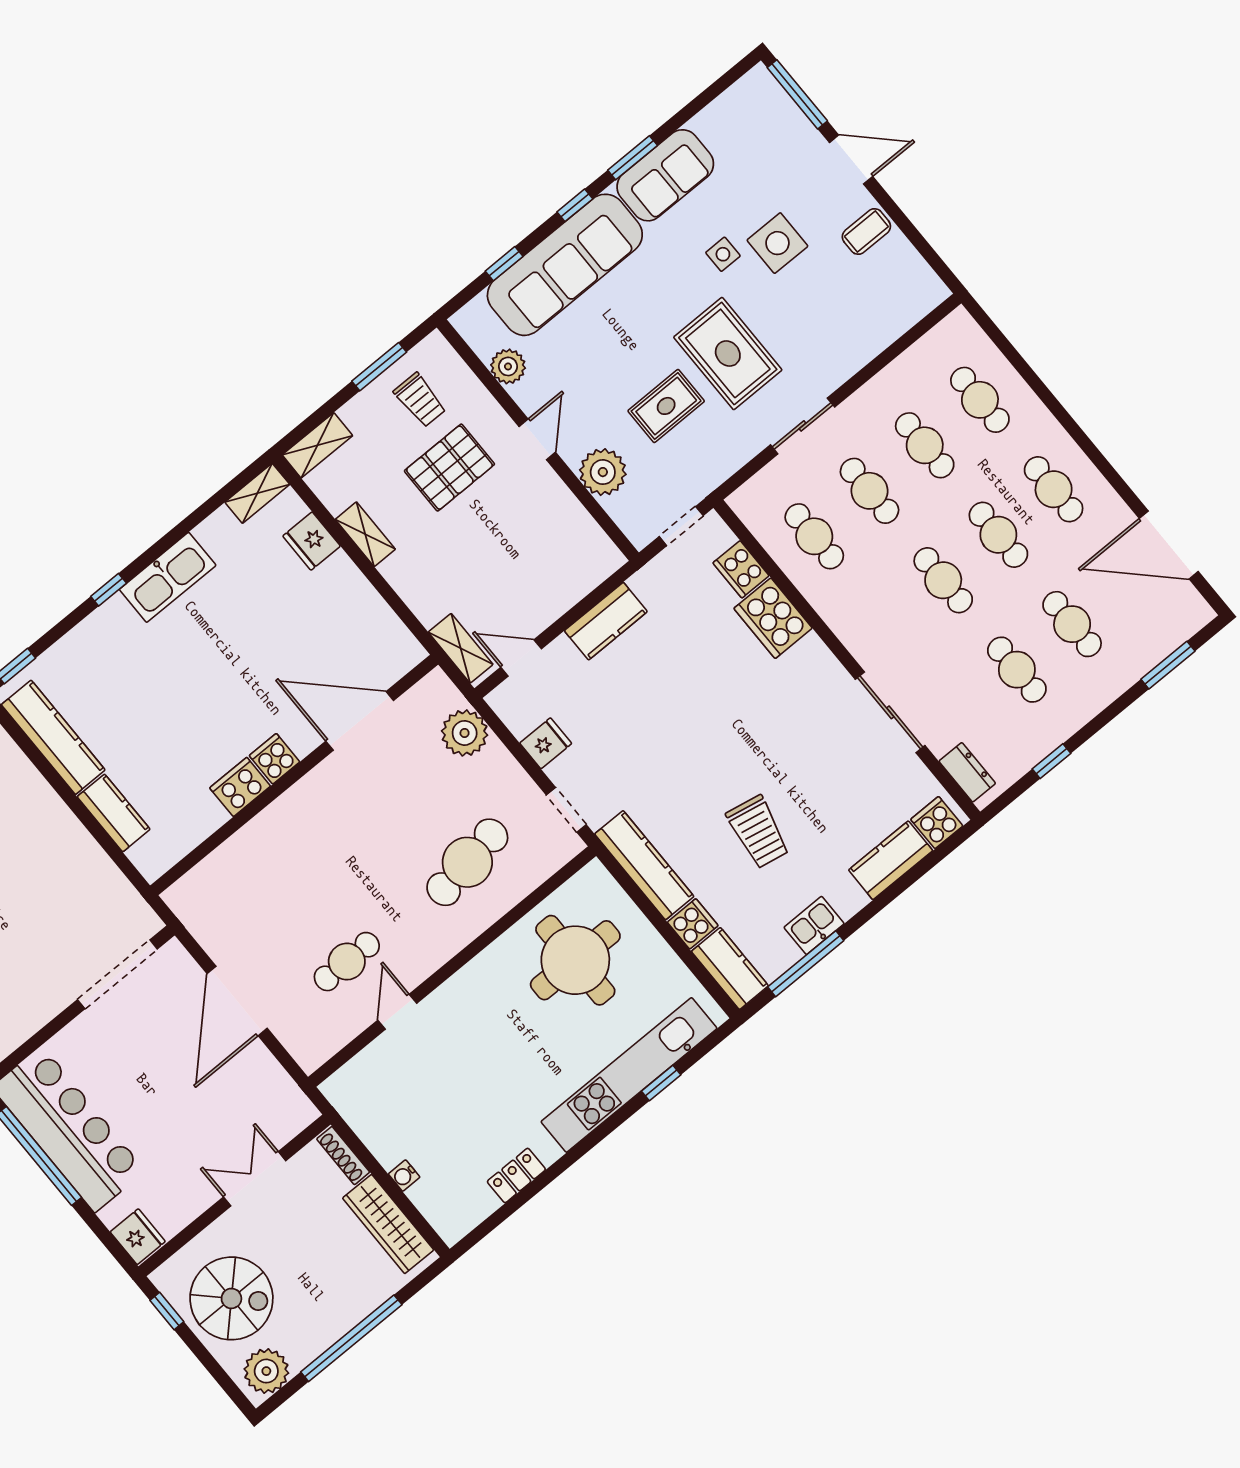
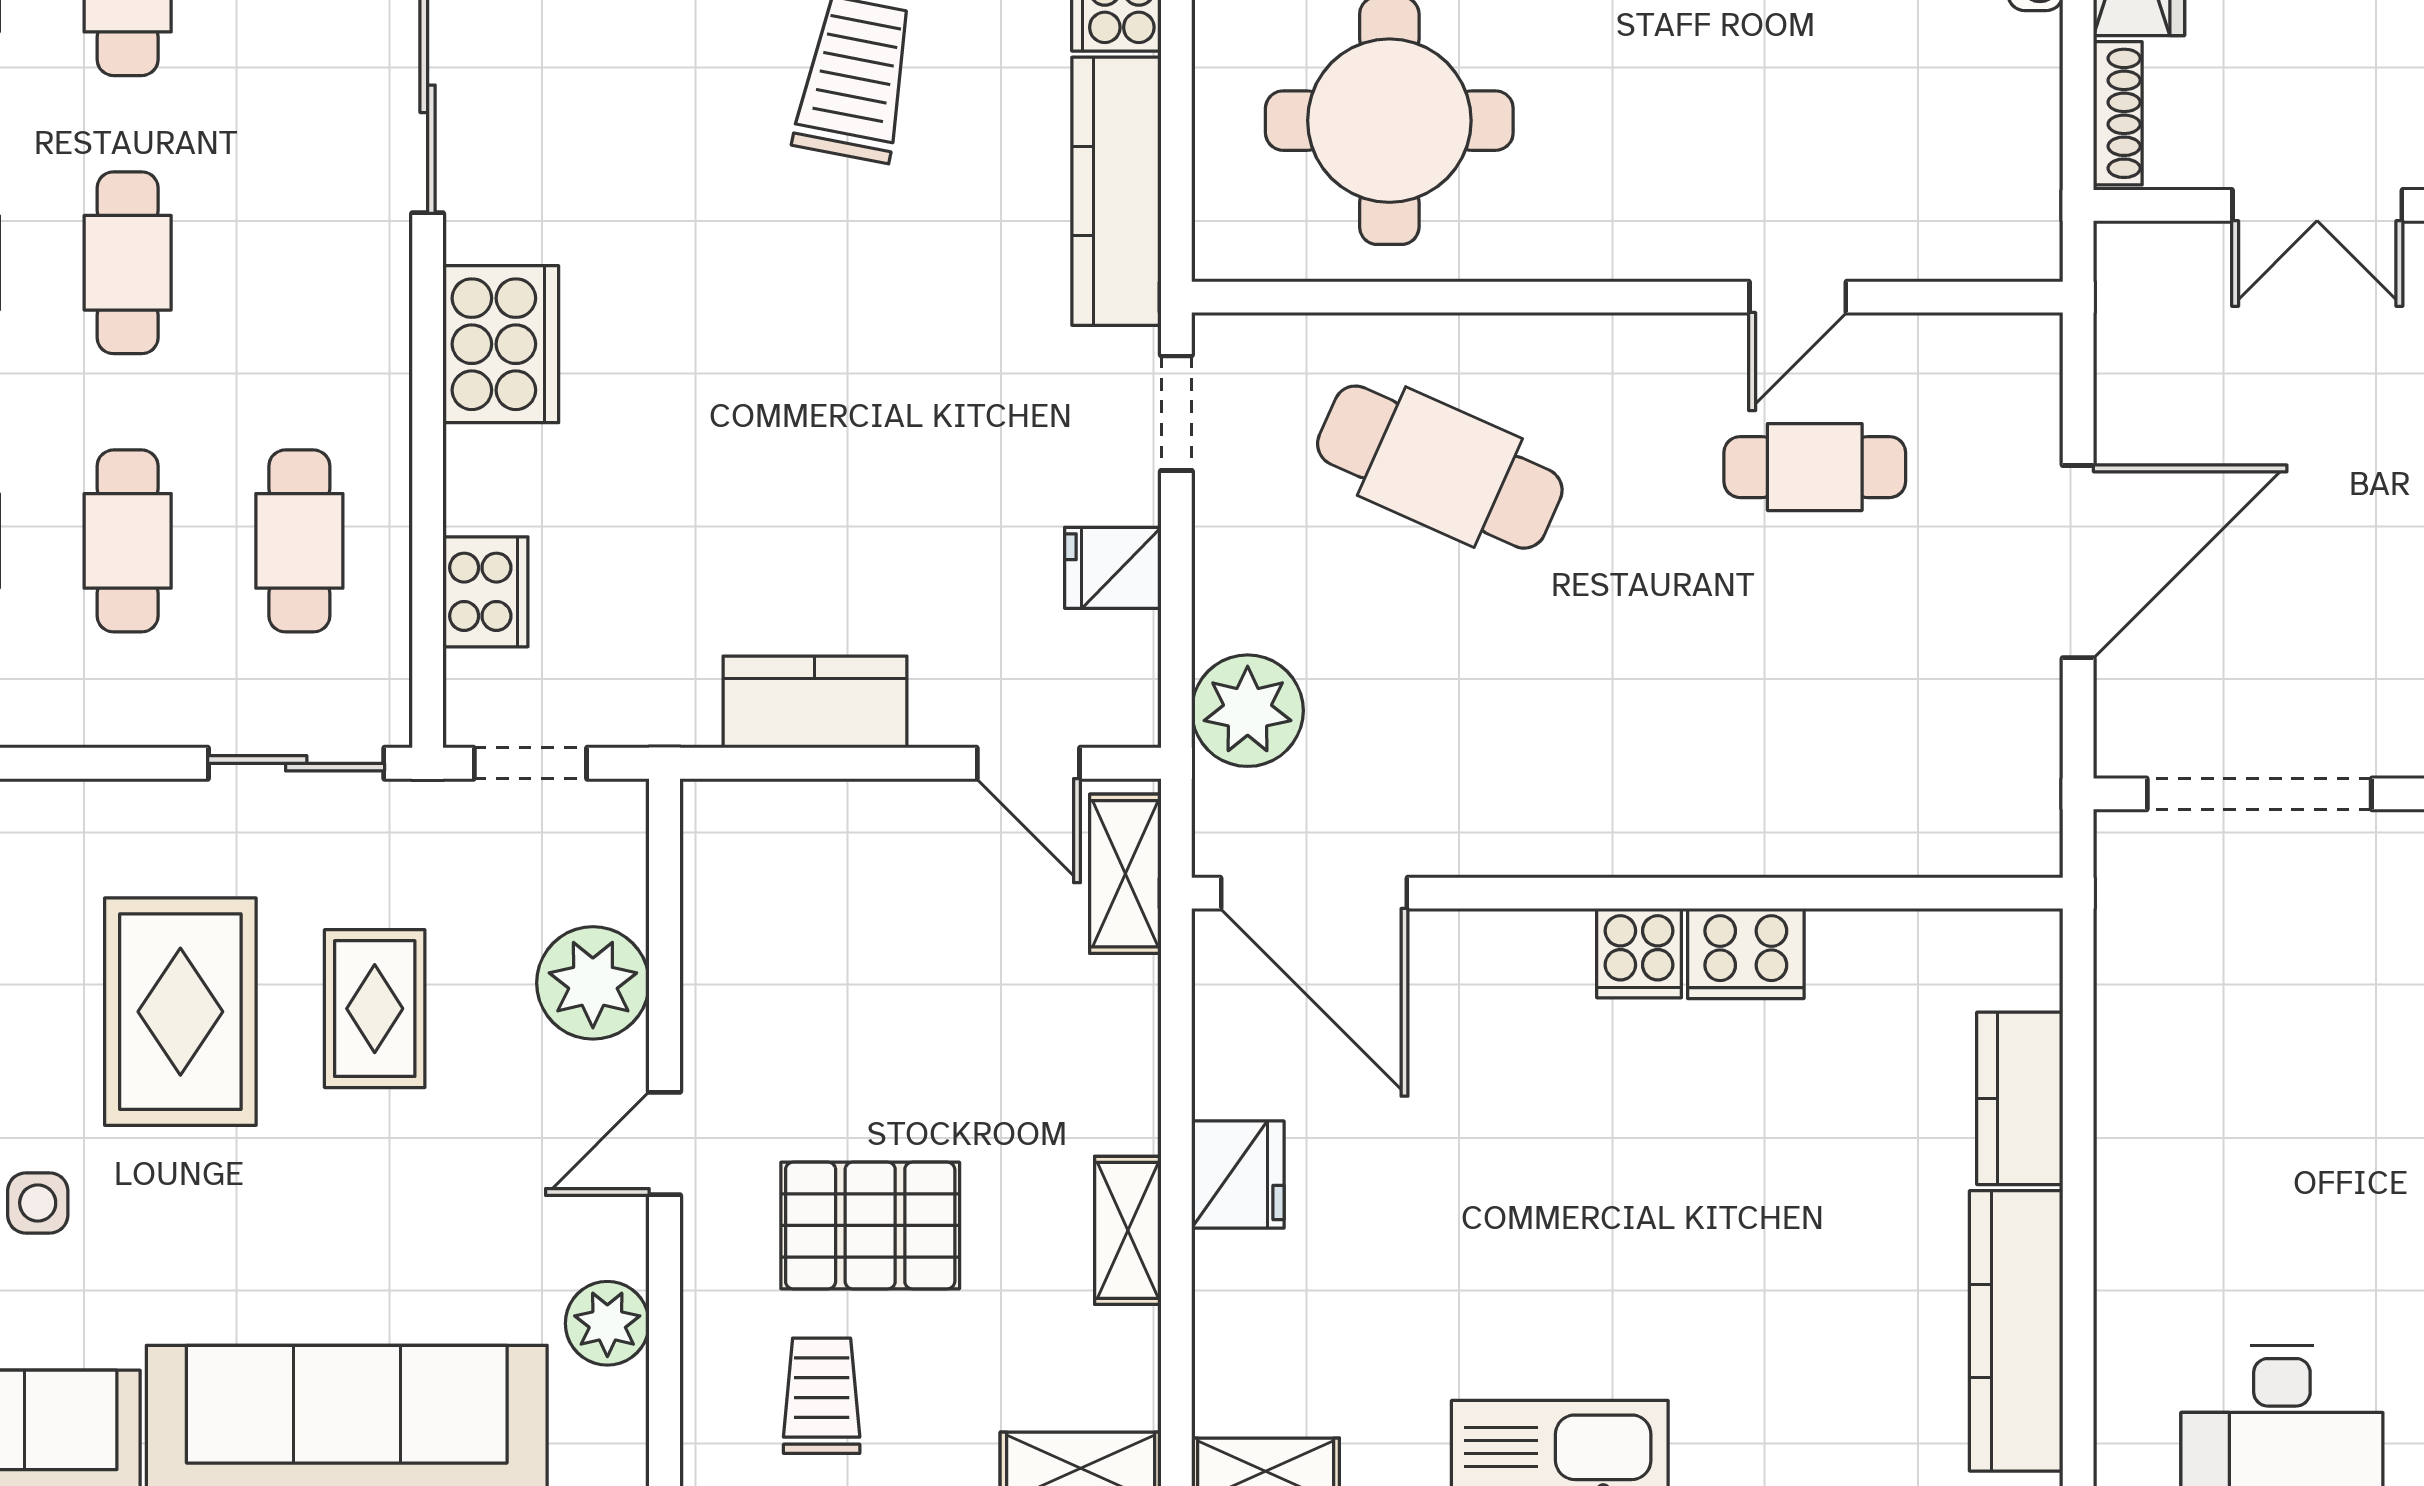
rug: (666, 406) -> (375, 1009), turned 90
sliding door: (803, 426) -> (296, 763), moved
fridge: (312, 541) -> (1238, 1175), moved
cooker: (773, 618) -> (501, 344), moved
door: (360, 721) -> (1314, 893), moved
cafe table: (467, 862) -> (1440, 467), turned 33

